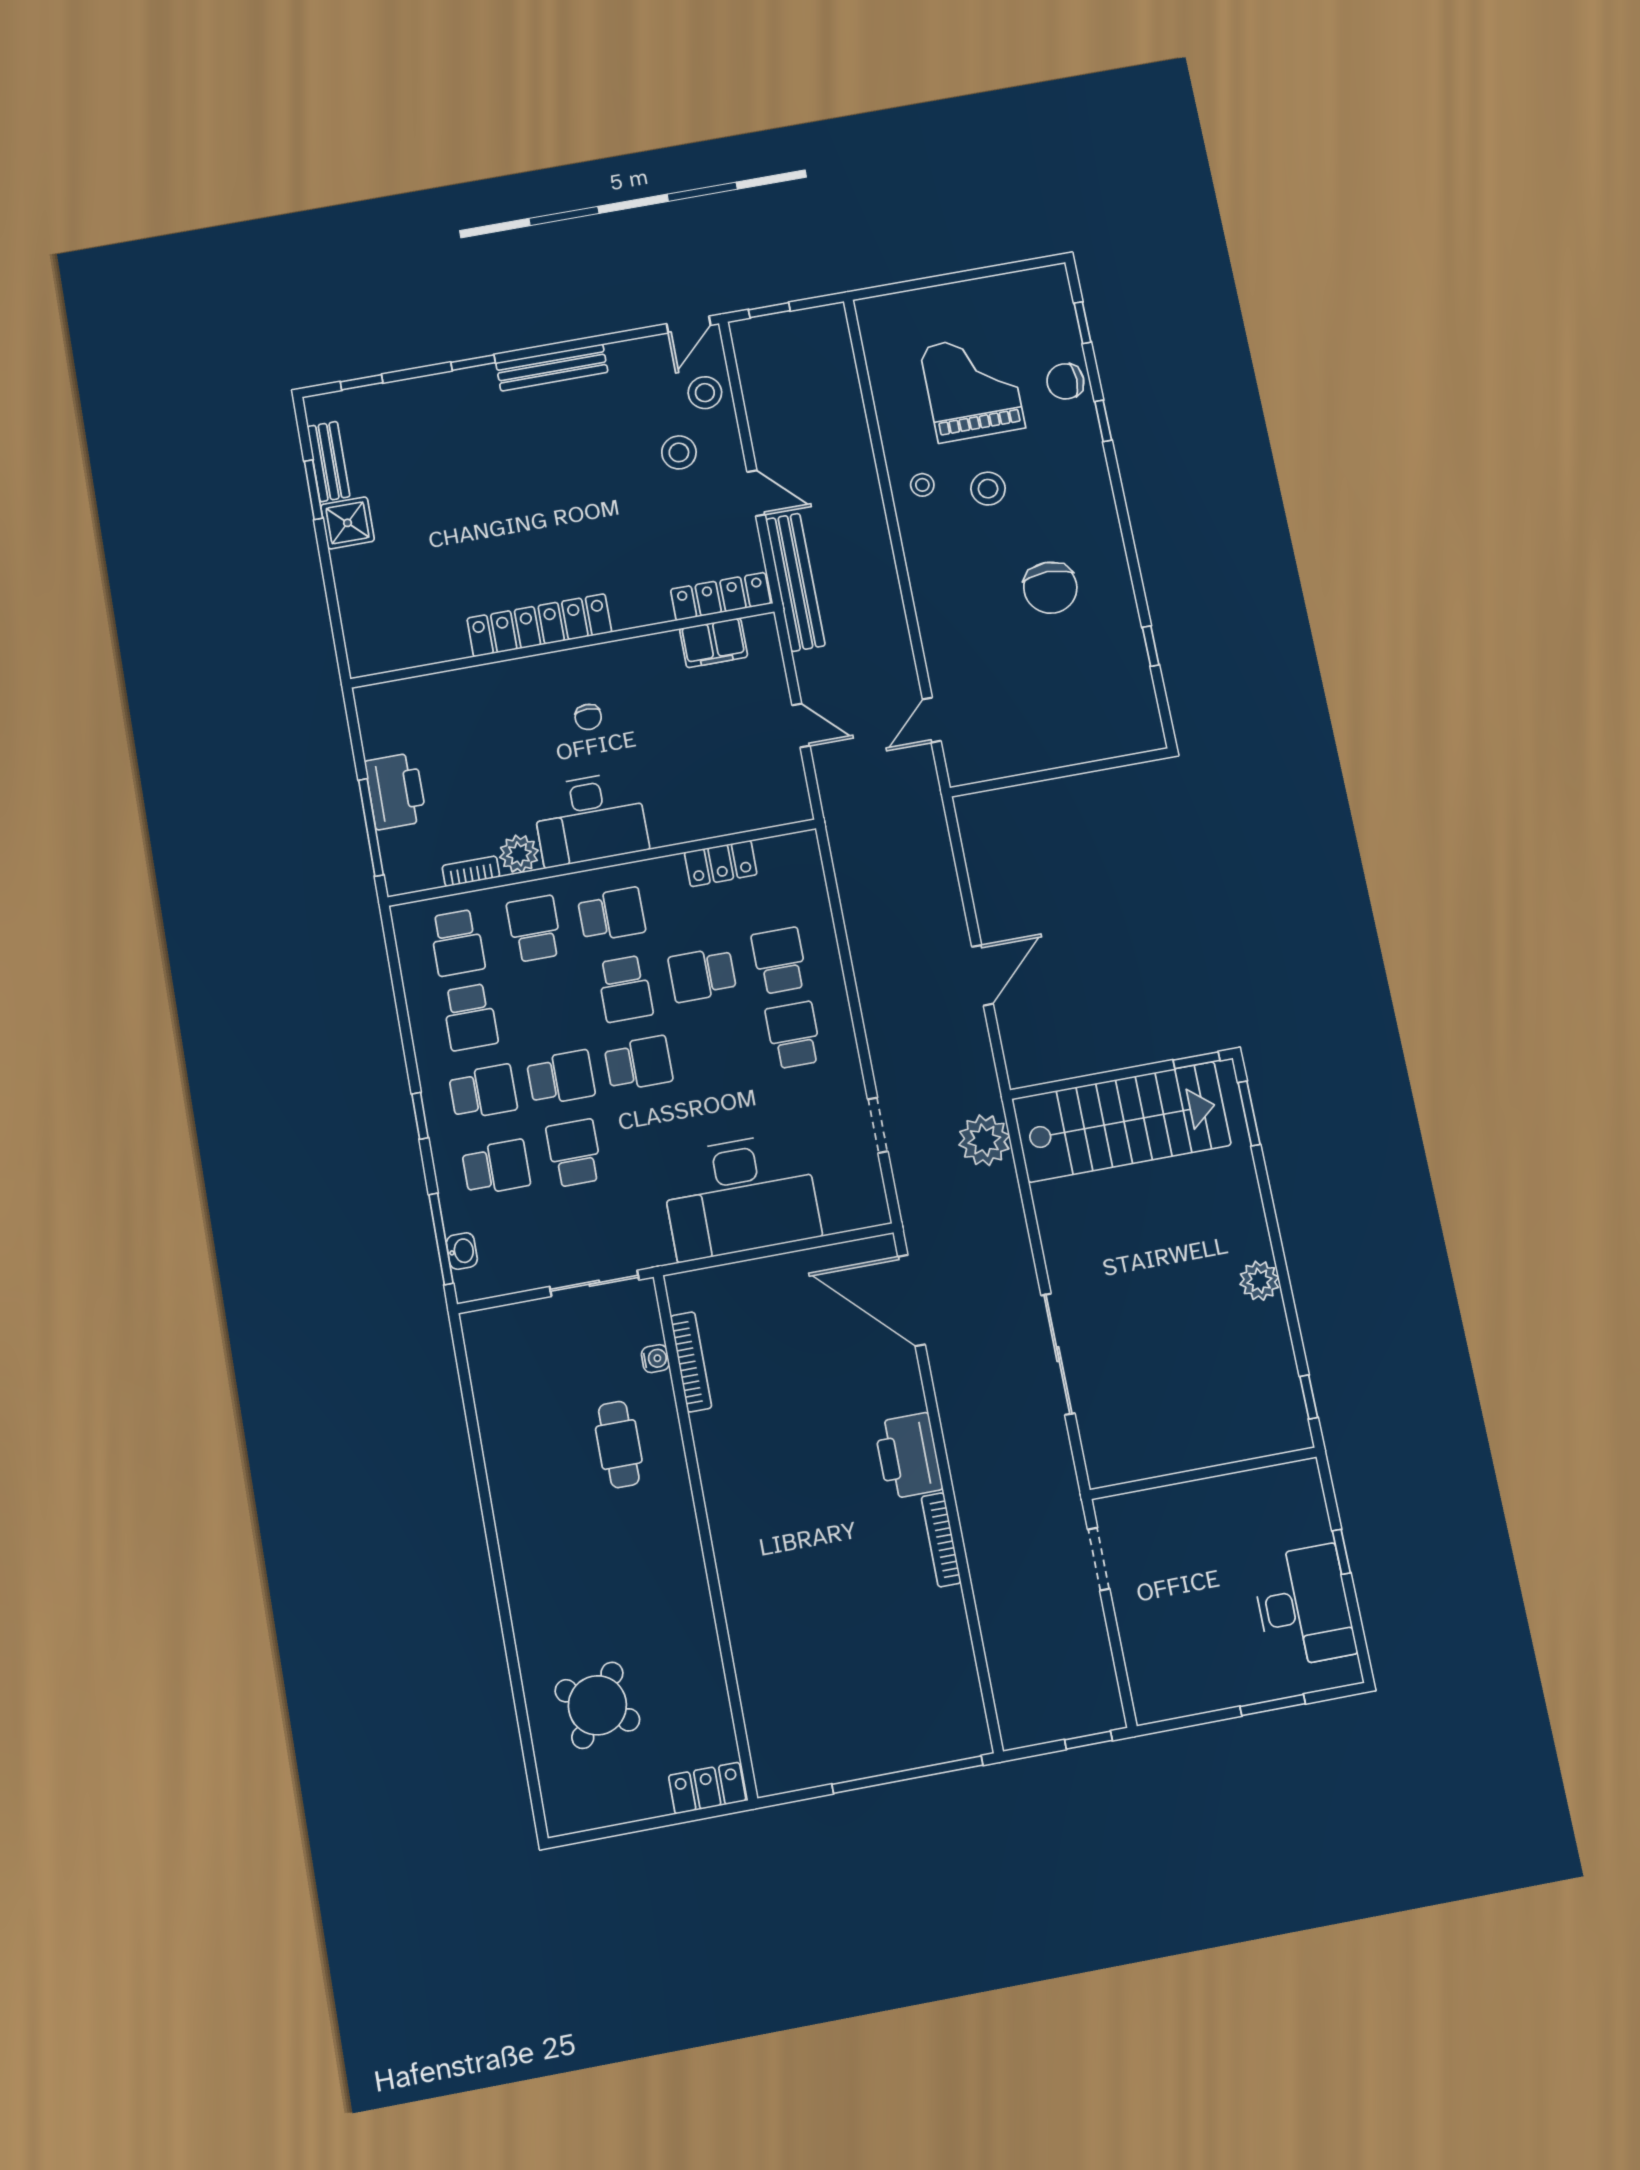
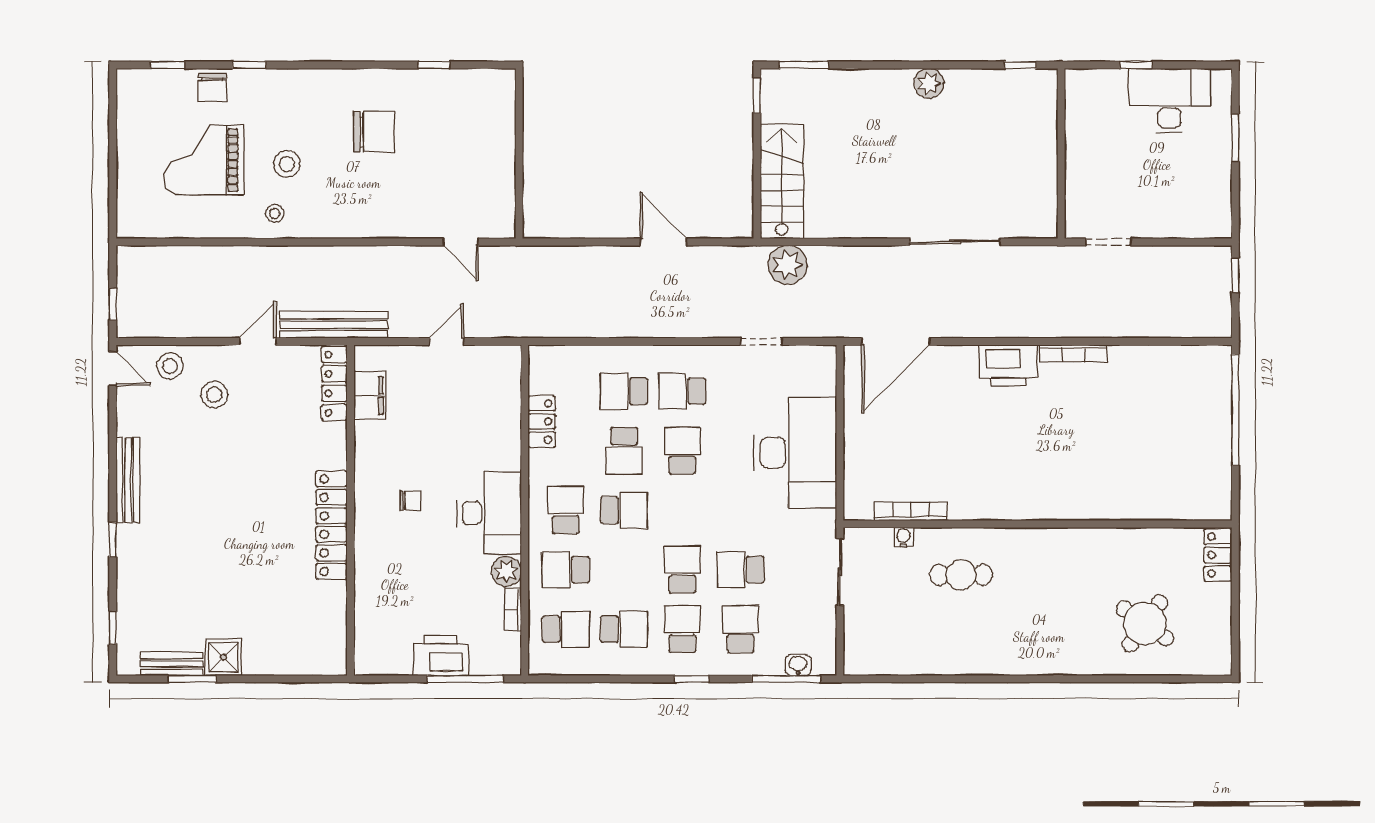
school desk: (639, 1063) -> (682, 451), moved
stairs: (1121, 1122) -> (782, 182), width x0.73, depth x0.66

